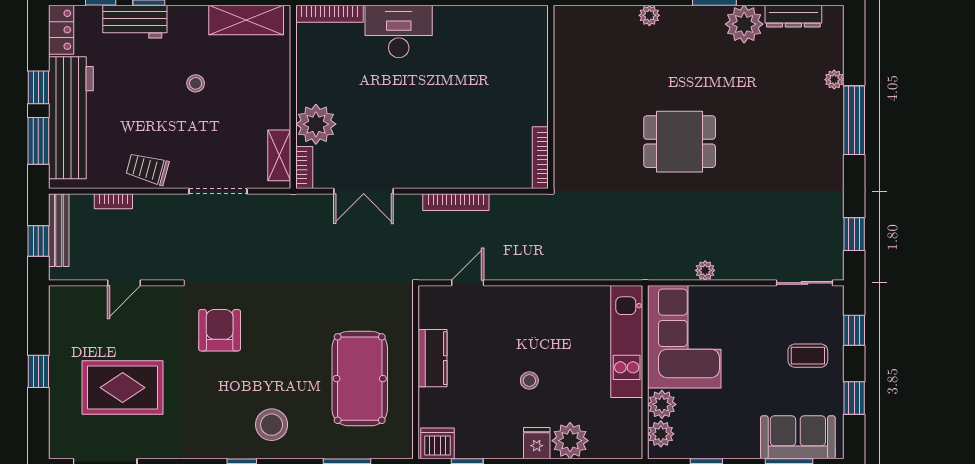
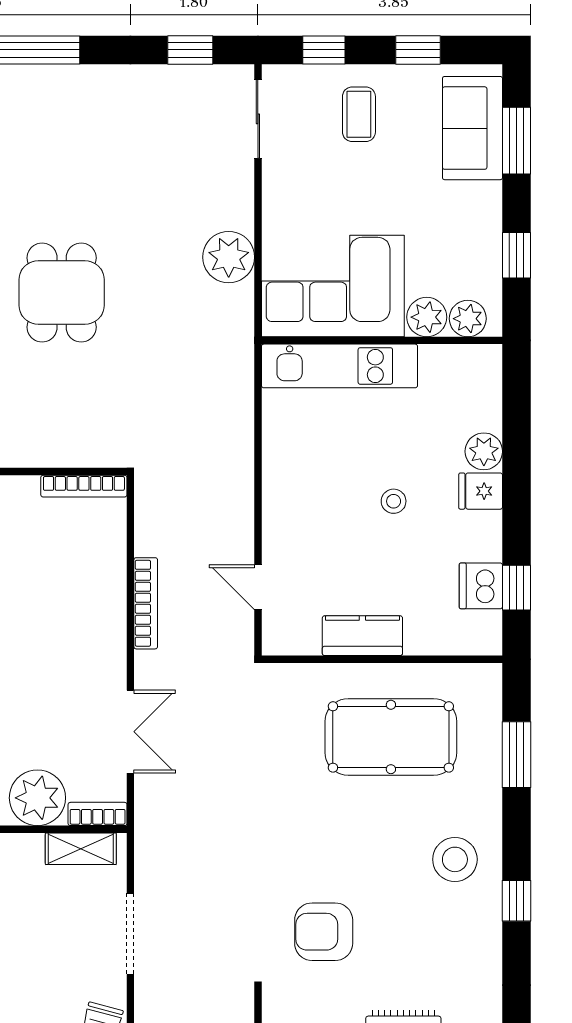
plant: (705, 270) -> (229, 257), width x1.88, depth x1.88
plant: (570, 441) -> (484, 451), width x0.73, depth x0.73
dishwasher: (437, 443) -> (481, 586), moved

